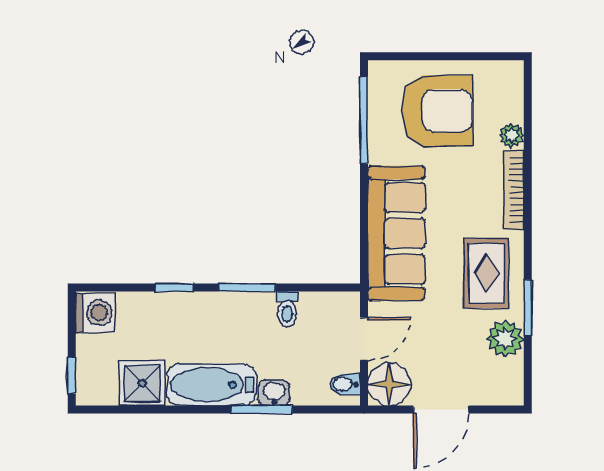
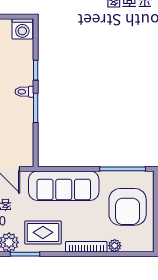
toilet: (287, 309) -> (24, 92), moved

